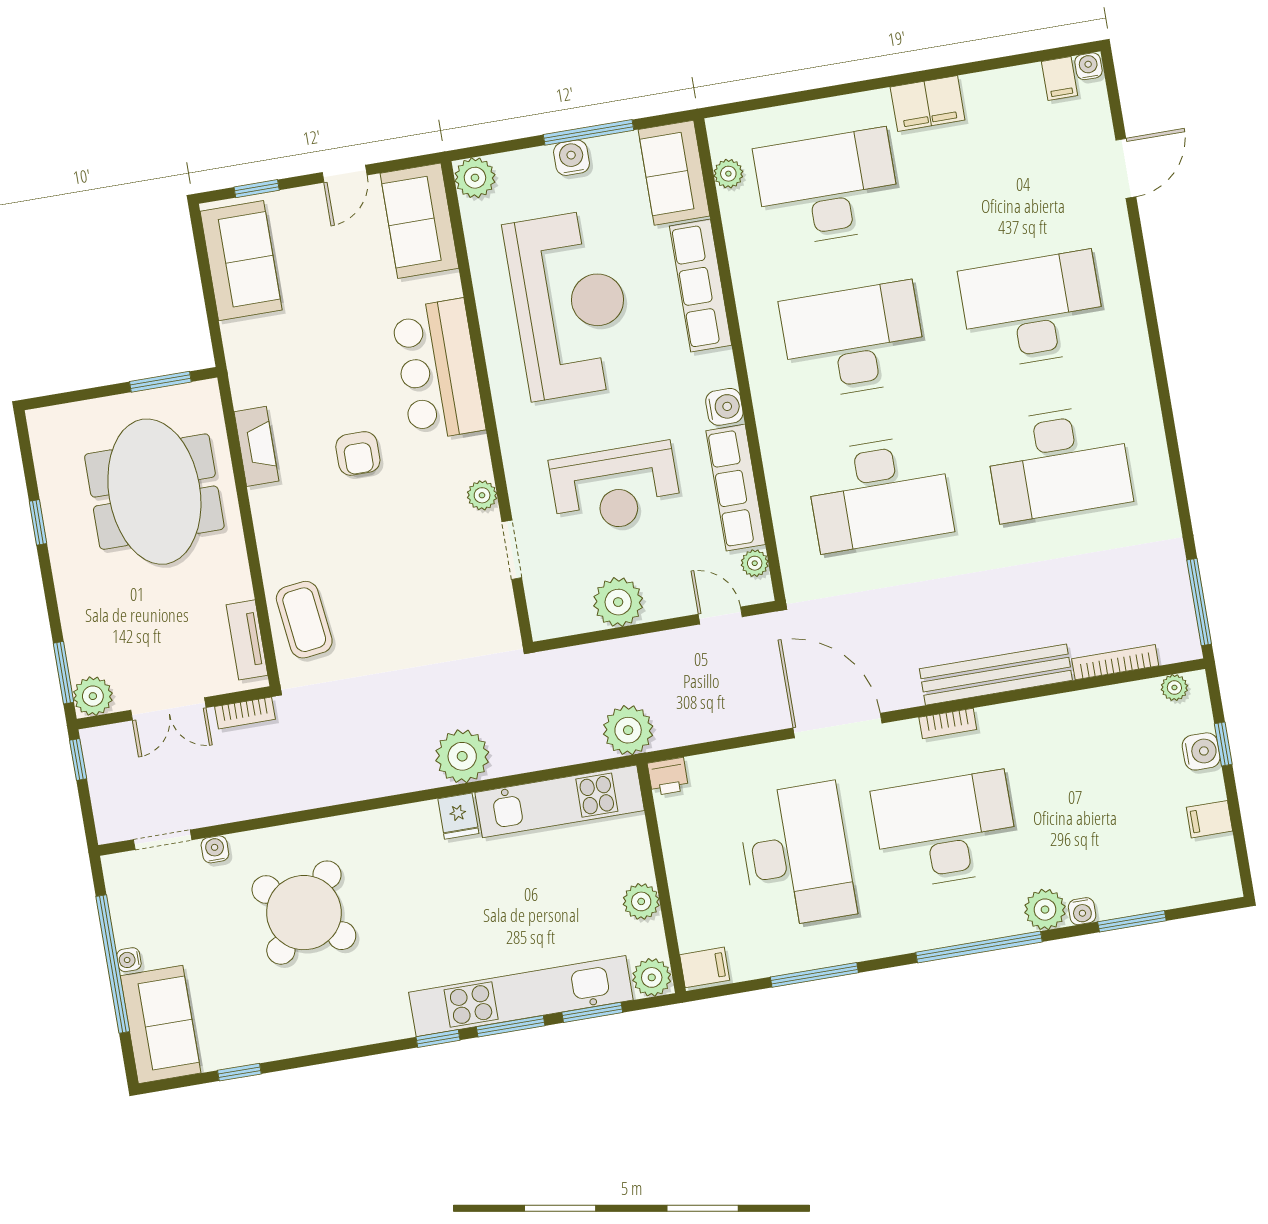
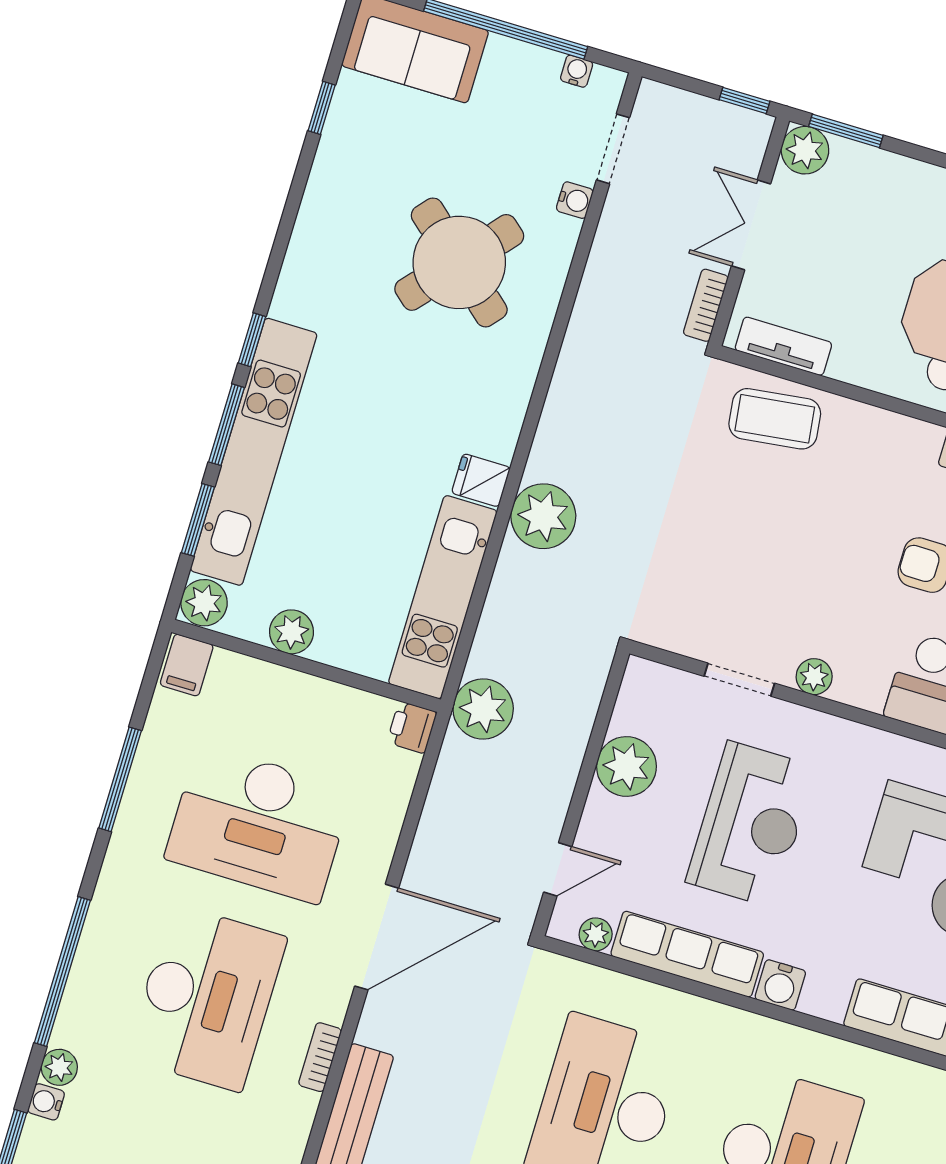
reception desk: (615, 488) -> (751, 824), turned 180
plant: (1045, 910) -> (59, 1067), width x0.73, depth x0.73
water cooler: (129, 960) -> (577, 71), moved

